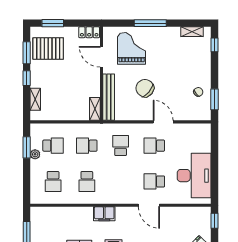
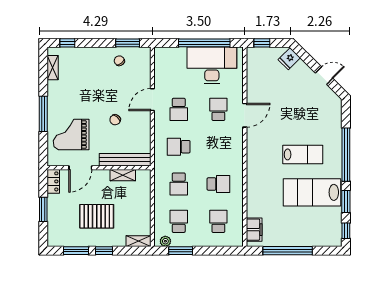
window: (53, 23) -> (43, 209), moved
pallet: (48, 49) -> (97, 216), moved, turned 90
chair: (145, 88) -> (115, 120), width x0.54, depth x0.54
shelving: (35, 99) -> (138, 241), moved
shelving: (95, 109) -> (123, 175), moved
plant: (35, 154) -> (165, 241), moved
window: (214, 169) -> (204, 43), added
school desk: (53, 181) -> (218, 221), turned -90
school desk: (154, 181) -> (218, 109), turned 180
filing cabinet: (104, 214) -> (254, 230), moved

